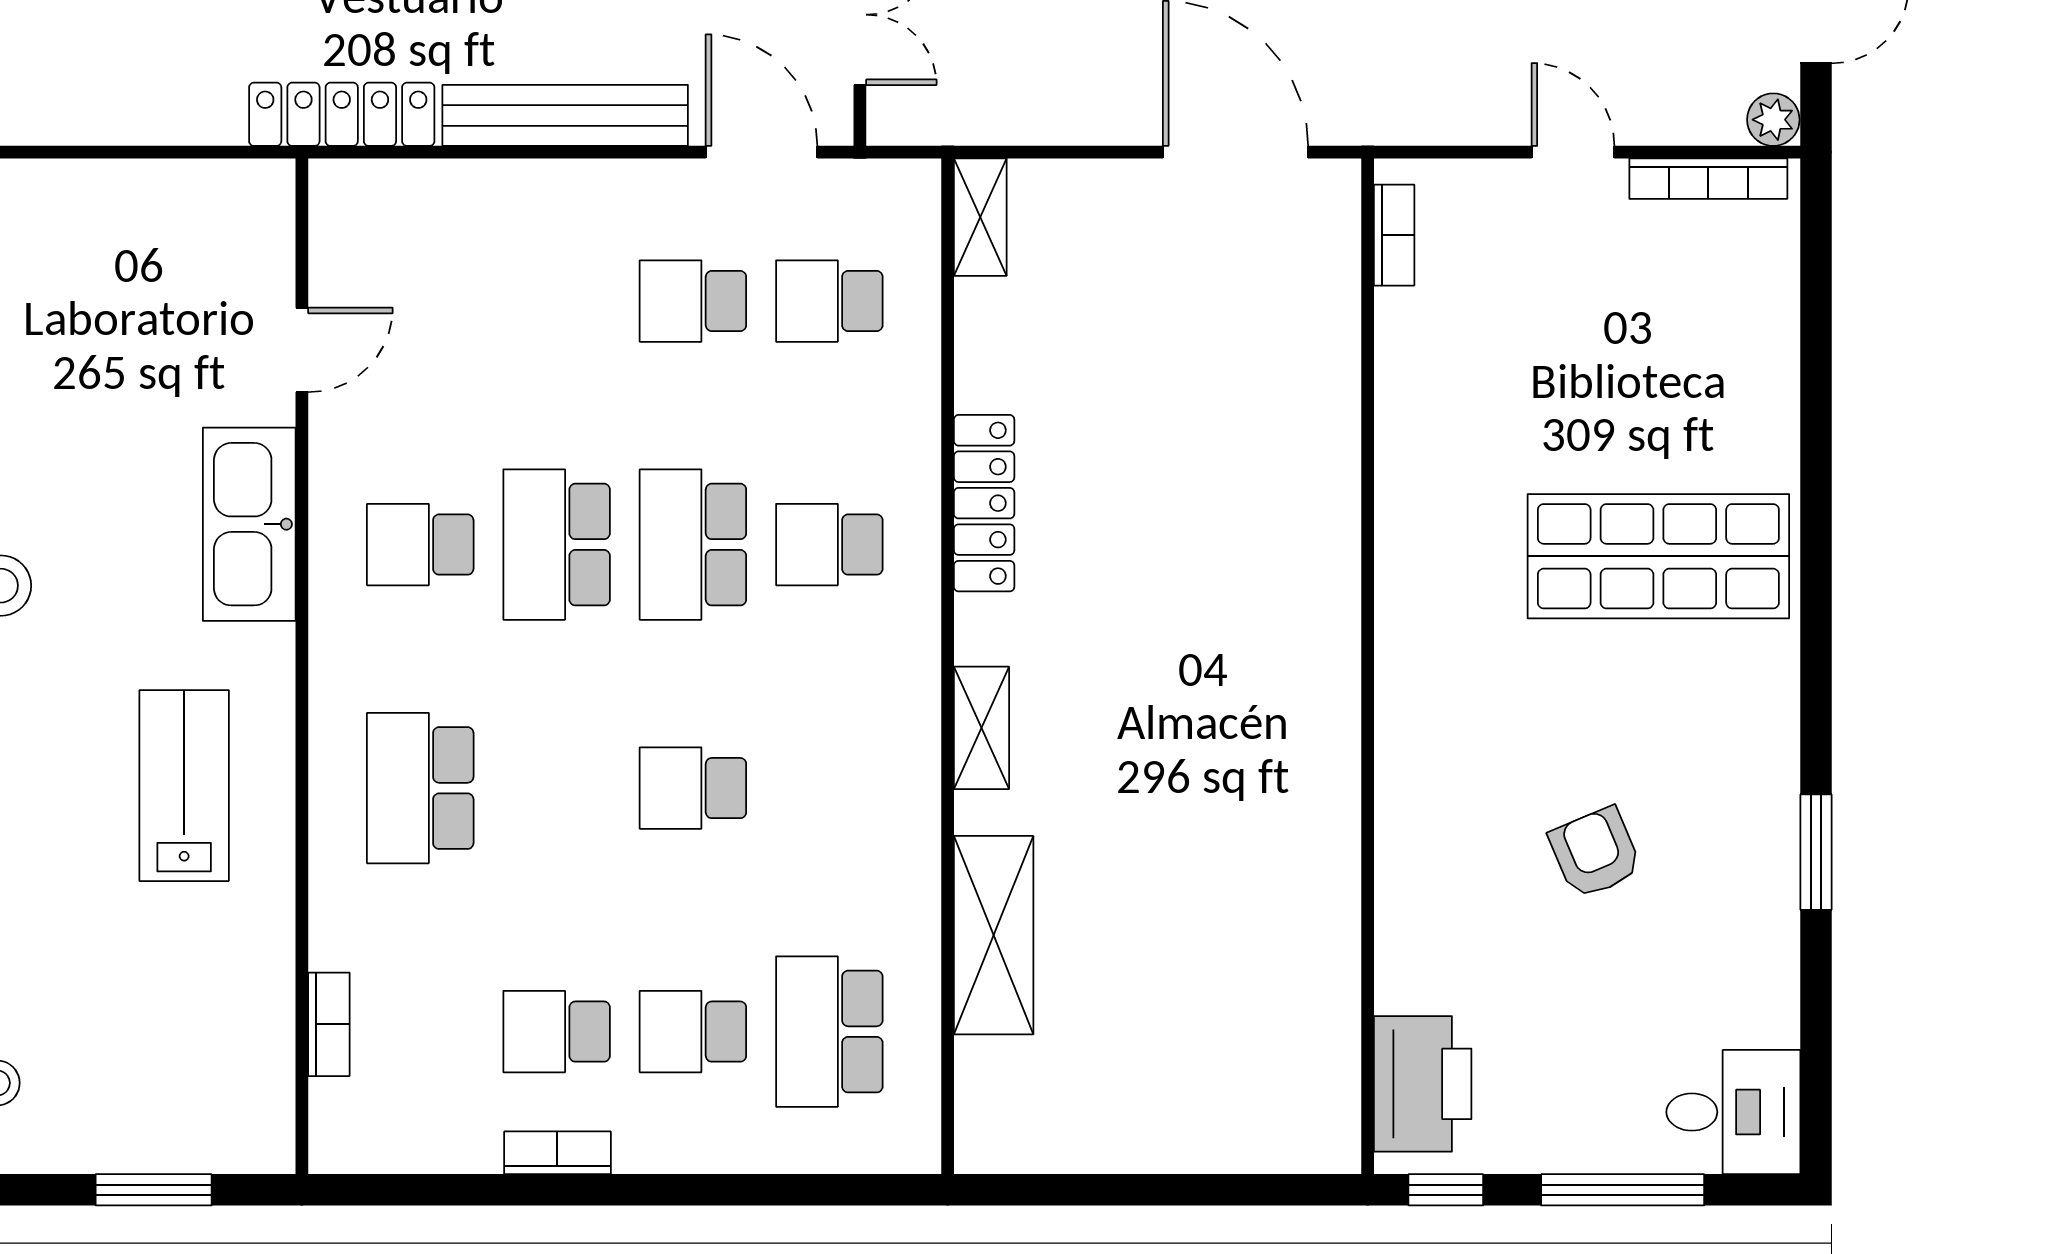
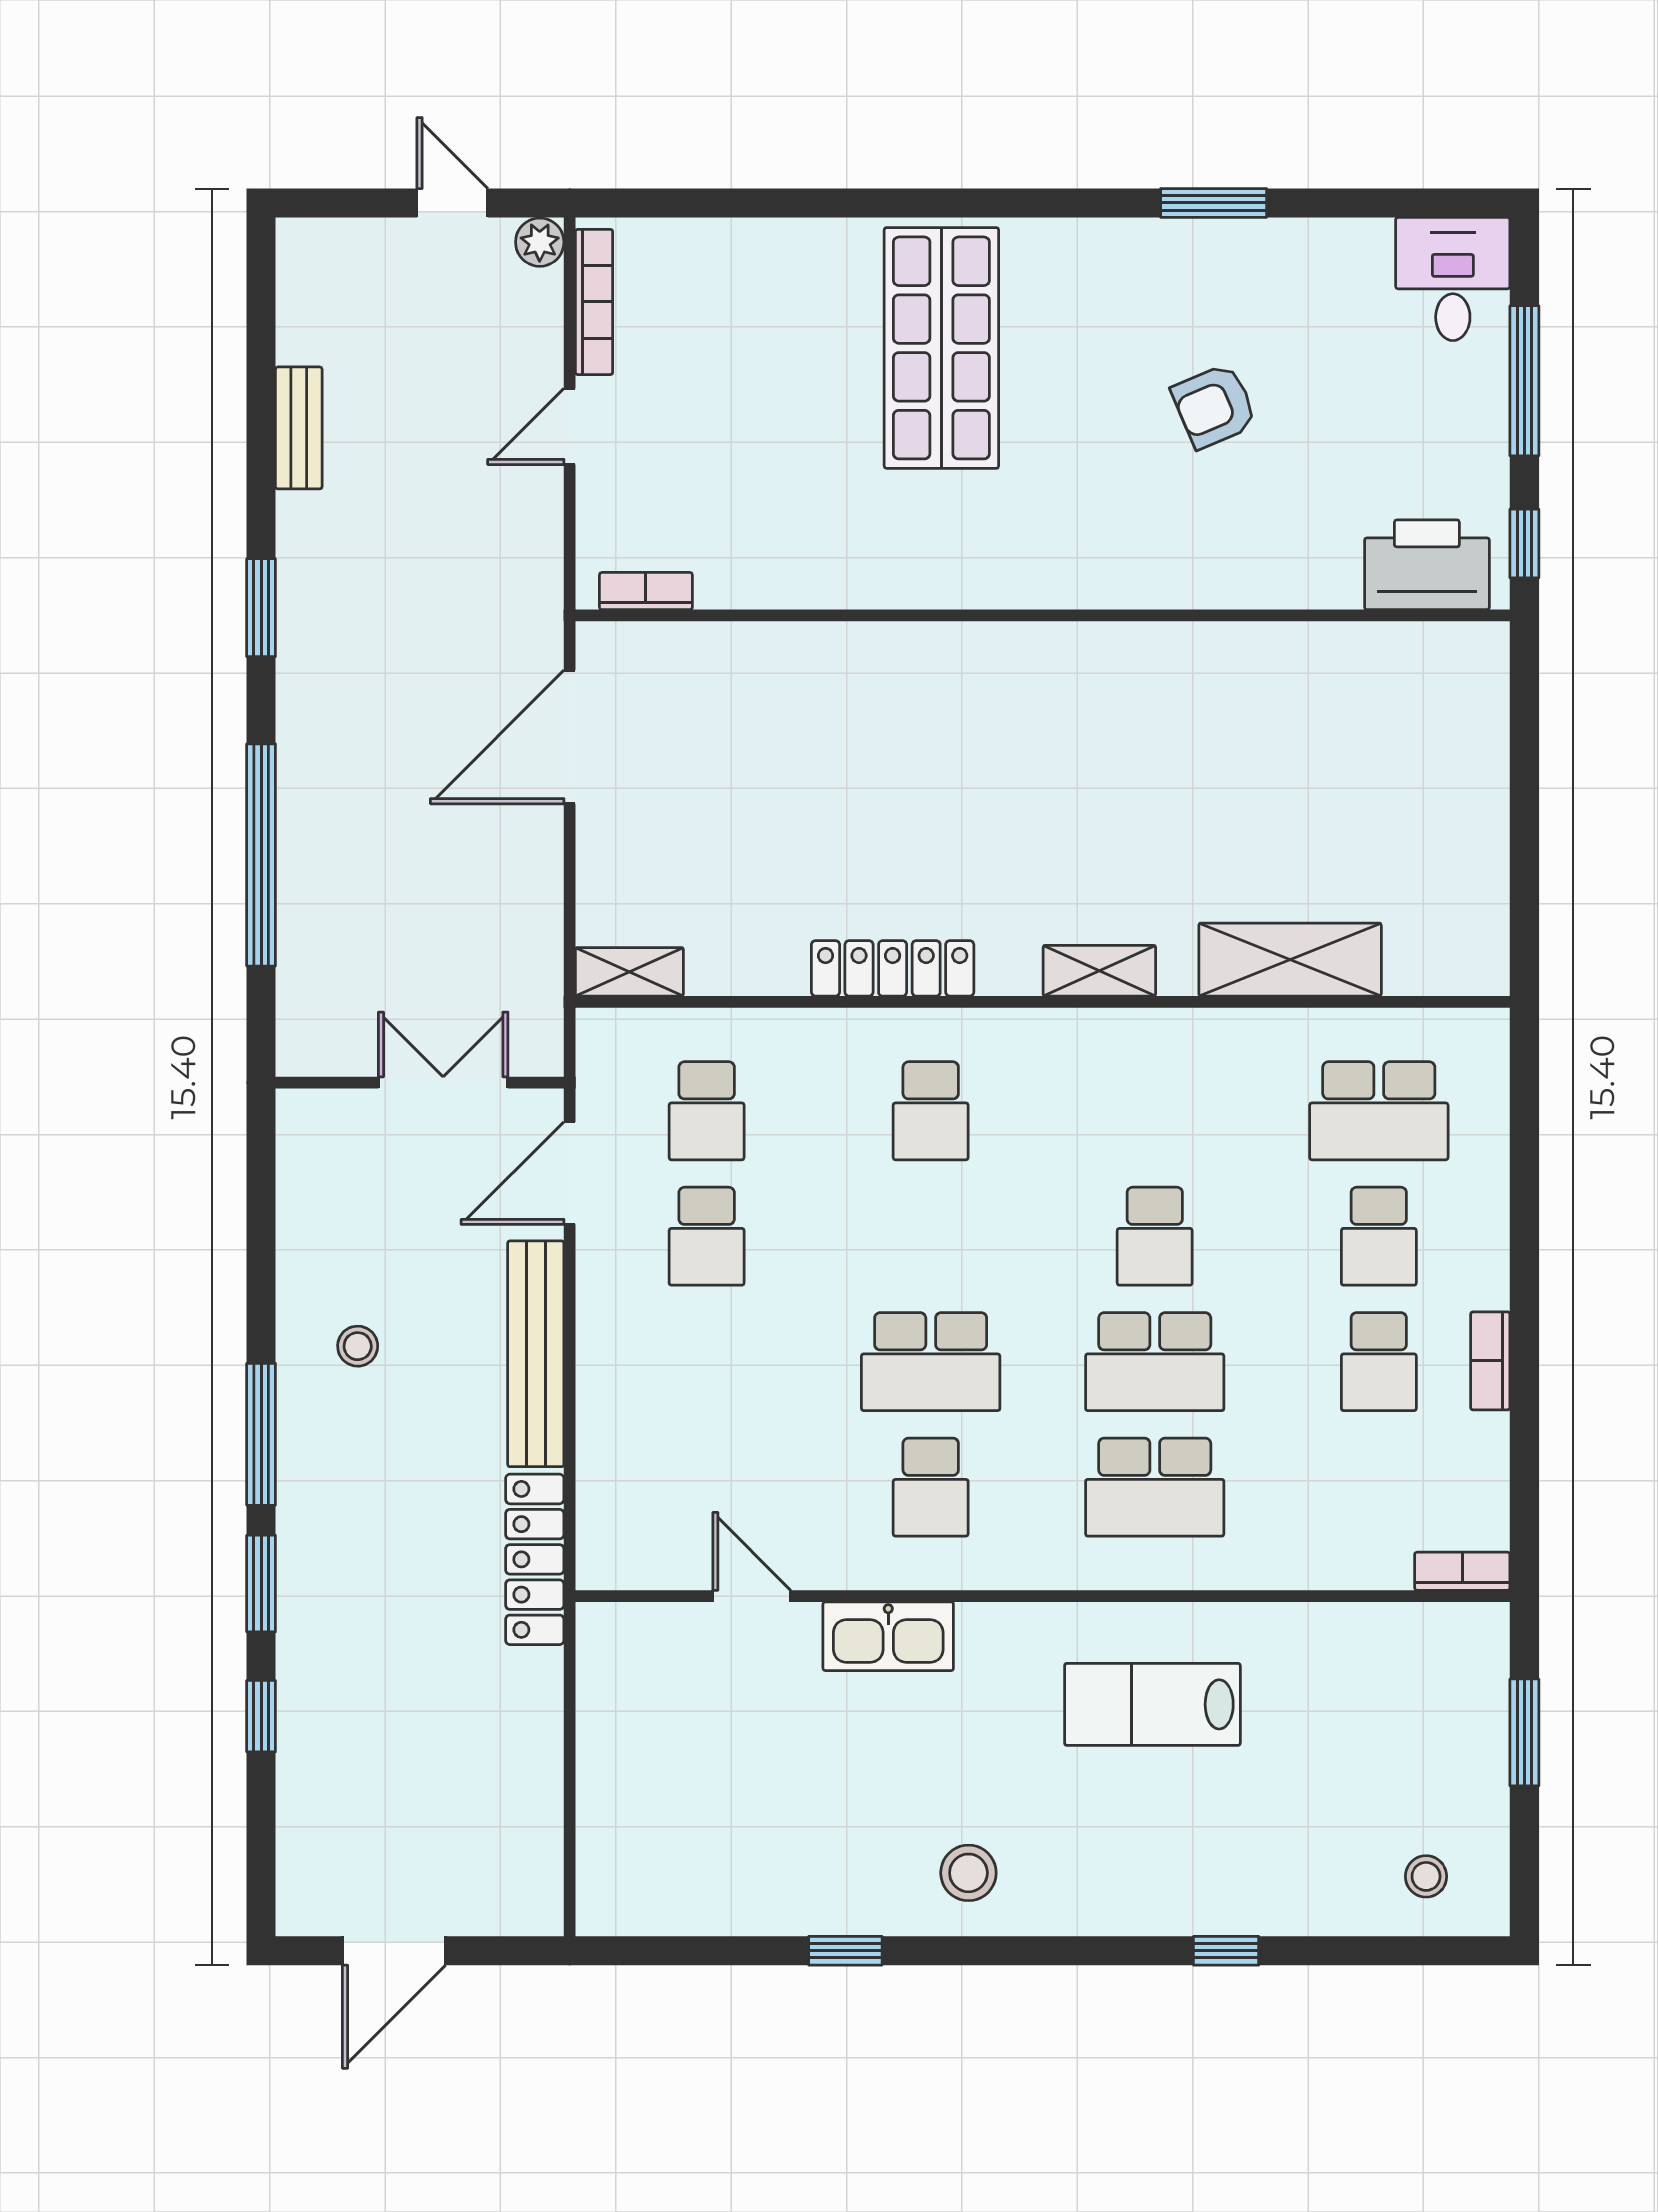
kitchen sink: (249, 524) -> (888, 1636), width x0.73, depth x0.81
school desk: (693, 545) -> (1155, 1362), moved
bookcase: (329, 1024) -> (1462, 1571), moved

